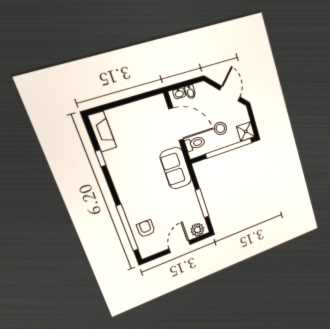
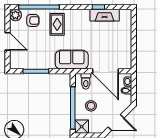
door: (176, 124) -> (105, 71), hinge flipped
fireplace: (102, 132) -> (105, 15), moved
rug: (140, 200) -> (57, 24), added
plant: (197, 230) -> (15, 15), moved

